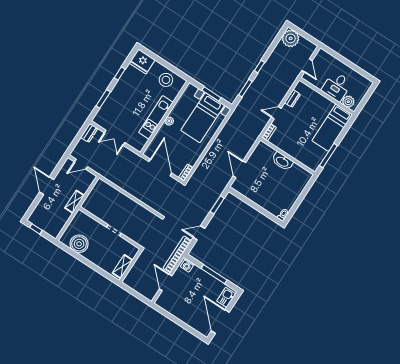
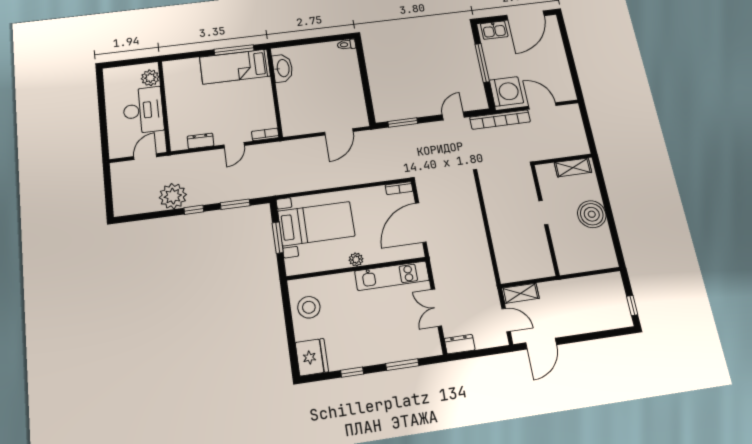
plant: (291, 38) -> (173, 196), moved
desk: (337, 86) -> (143, 110), width x1.37
door: (276, 113) -> (234, 145), hinge flipped
kitchen unit: (156, 117) -> (392, 276), moved
bed: (332, 128) -> (235, 67), moved, turned 180
double door: (115, 138) -> (436, 308), swing flipped
washbasin: (282, 161) -> (283, 68), moved
door: (46, 186) -> (541, 344), moved
shelving: (74, 202) -> (520, 293), moved
door: (199, 233) -> (453, 116), swing flipped
boiler: (79, 244) -> (592, 214), moved
washing machine: (187, 265) -> (506, 92), width x1.89, depth x1.89
door: (166, 282) -> (542, 106), swing flipped

